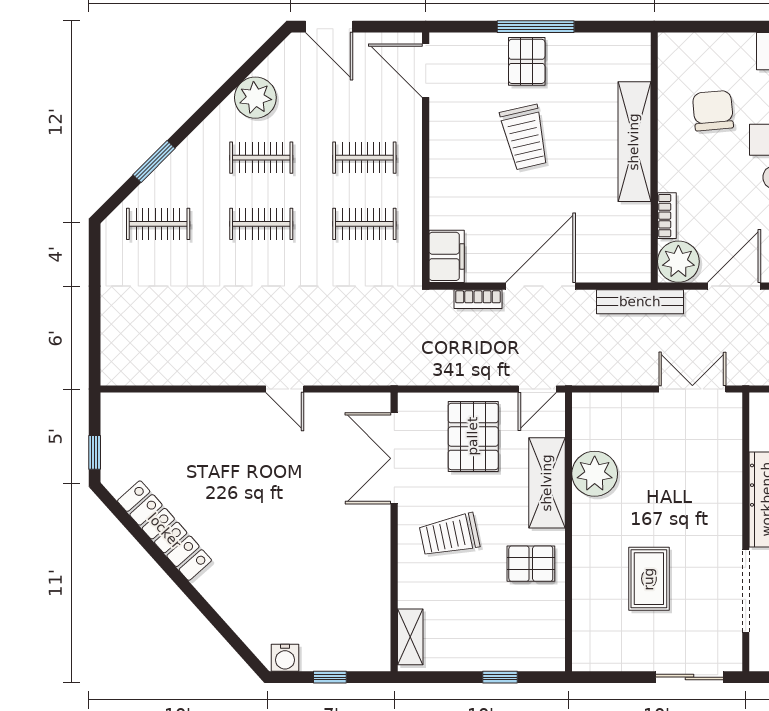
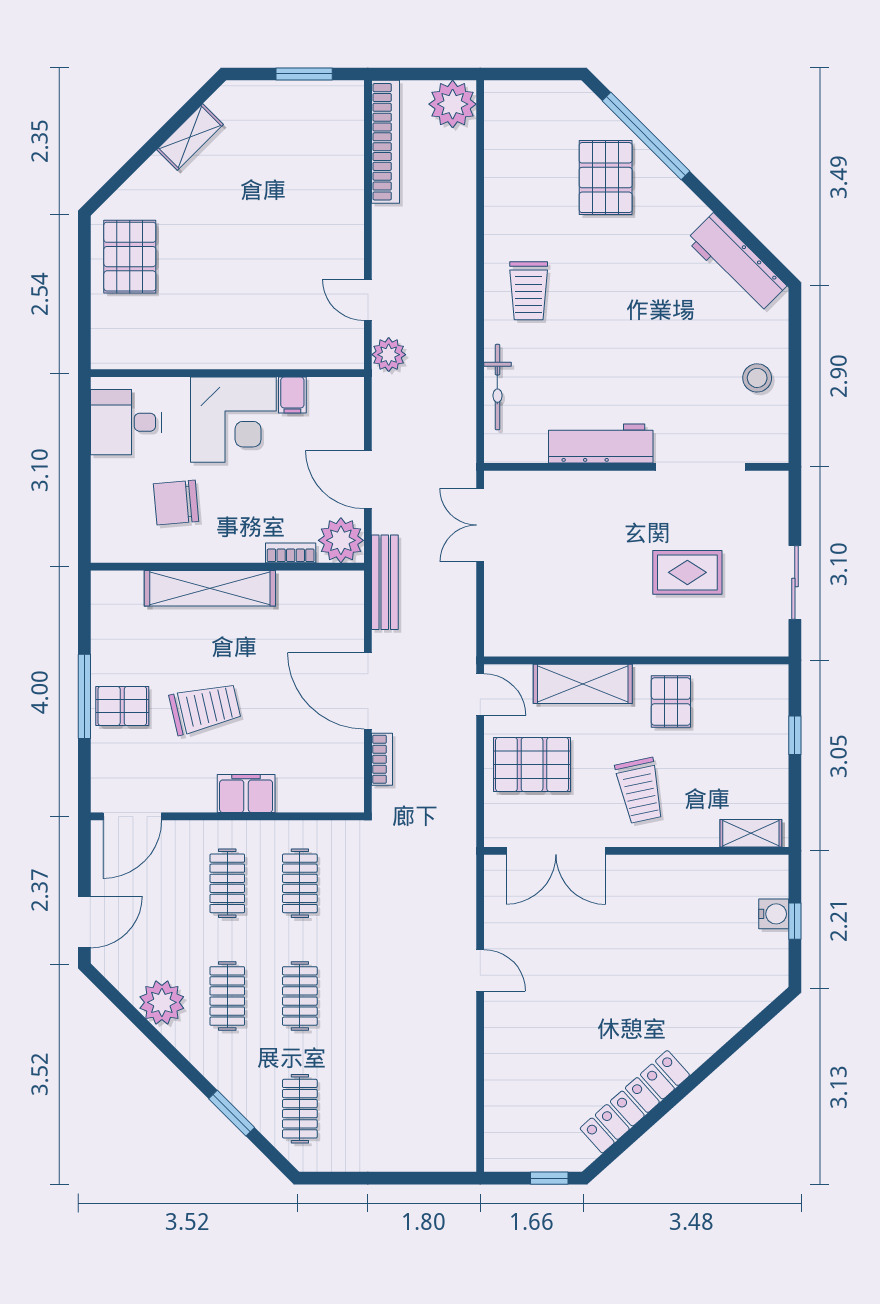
filing cabinet: (447, 256) -> (246, 794), moved
door: (285, 389) -> (480, 970), hinge flipped
plant: (595, 474) -> (573, 632), removed
water cooler: (285, 658) -> (774, 914), moved
sliding door: (690, 677) -> (795, 583), moved

